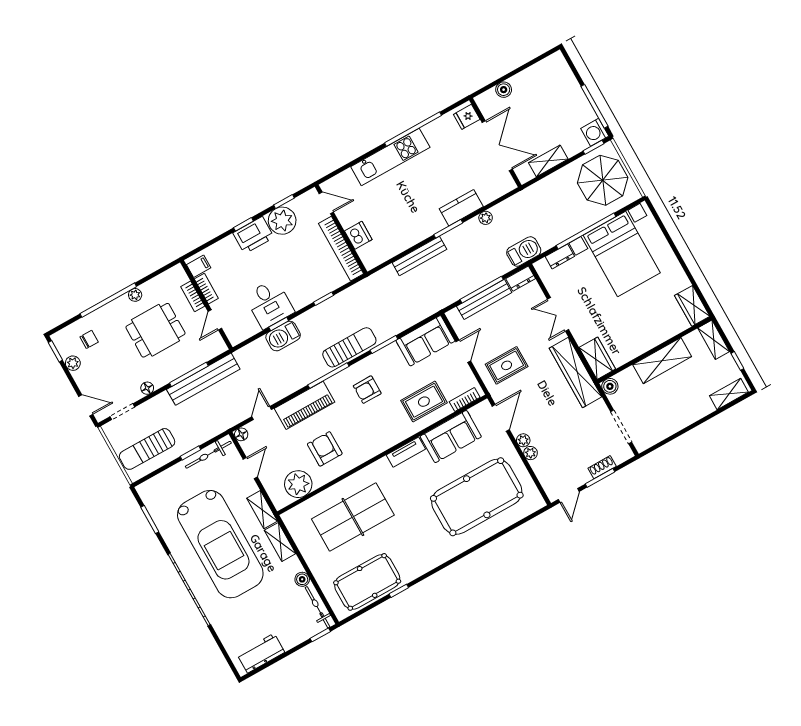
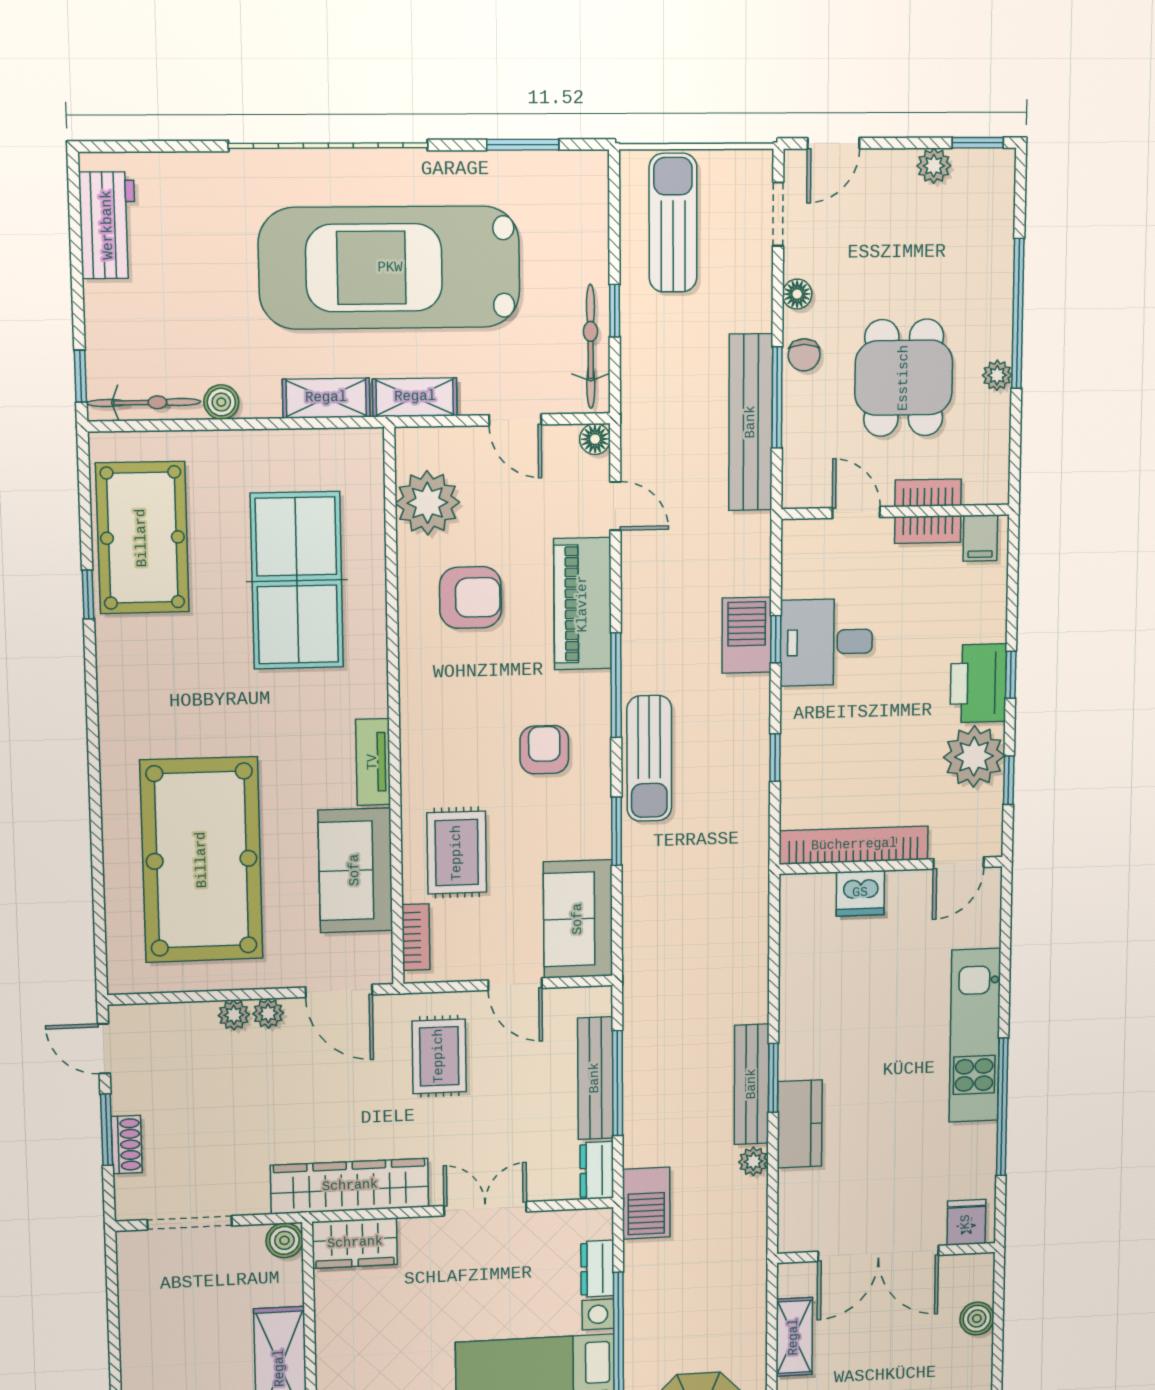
bench: (419, 256) -> (752, 1084), moved
chair: (89, 339) -> (804, 355), moved

